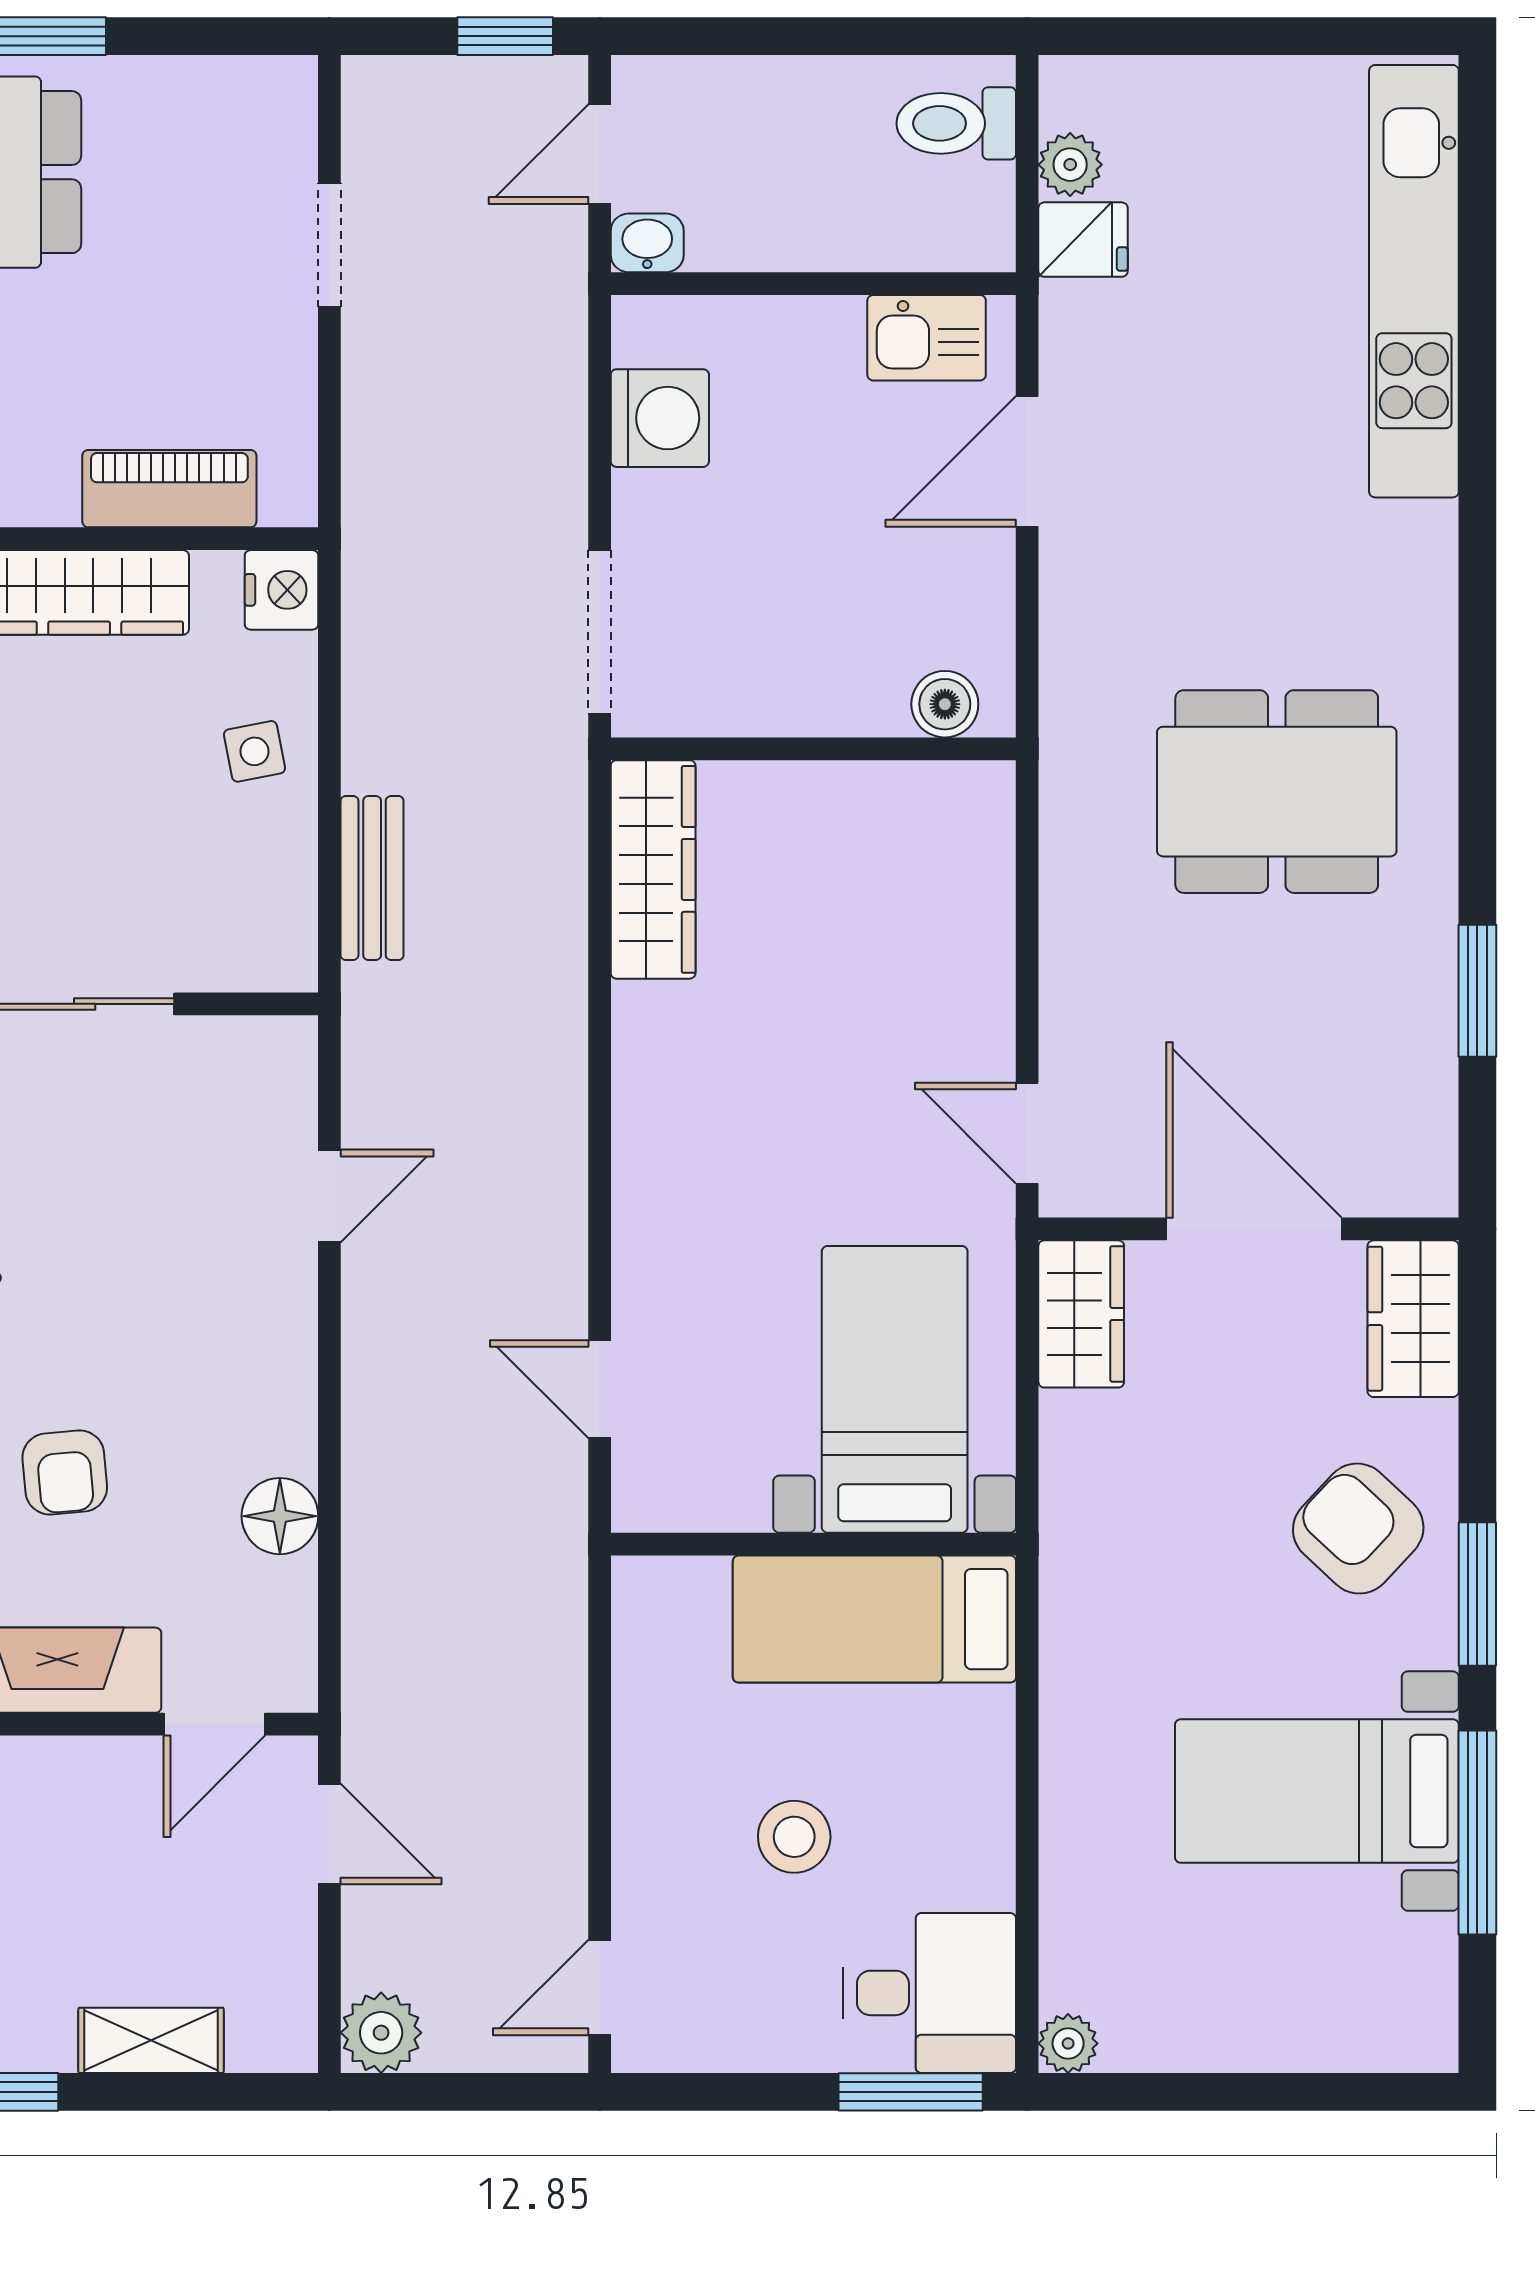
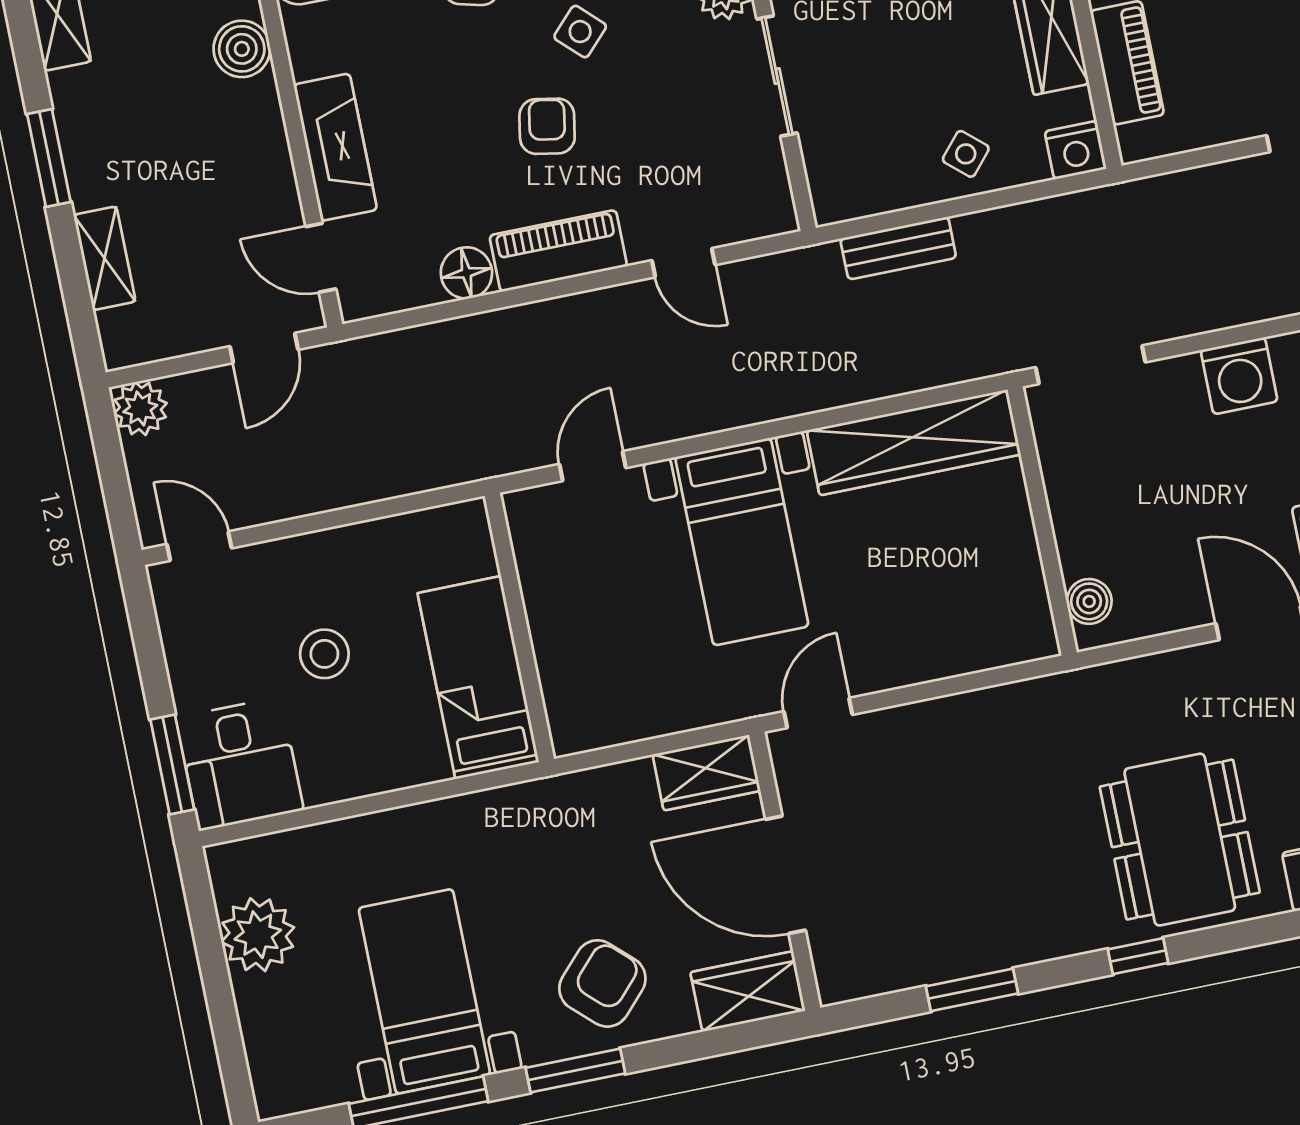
window: (1477, 738) -> (1138, 956), added
side table: (254, 751) -> (966, 154), turned -38
dining table: (1277, 792) -> (1180, 840), moved
wardrobe: (653, 869) -> (914, 442), width x1.40, depth x1.17
door: (1254, 1229) -> (785, 875), swing flipped
piano: (275, 1375) -> (558, 251), added
bed with nightstands: (895, 1389) -> (742, 542), moved, turned 90
armchair: (65, 1472) -> (547, 126), moved, turned 105
plant: (1068, 2043) -> (258, 935), moved, width x1.88, depth x1.88

